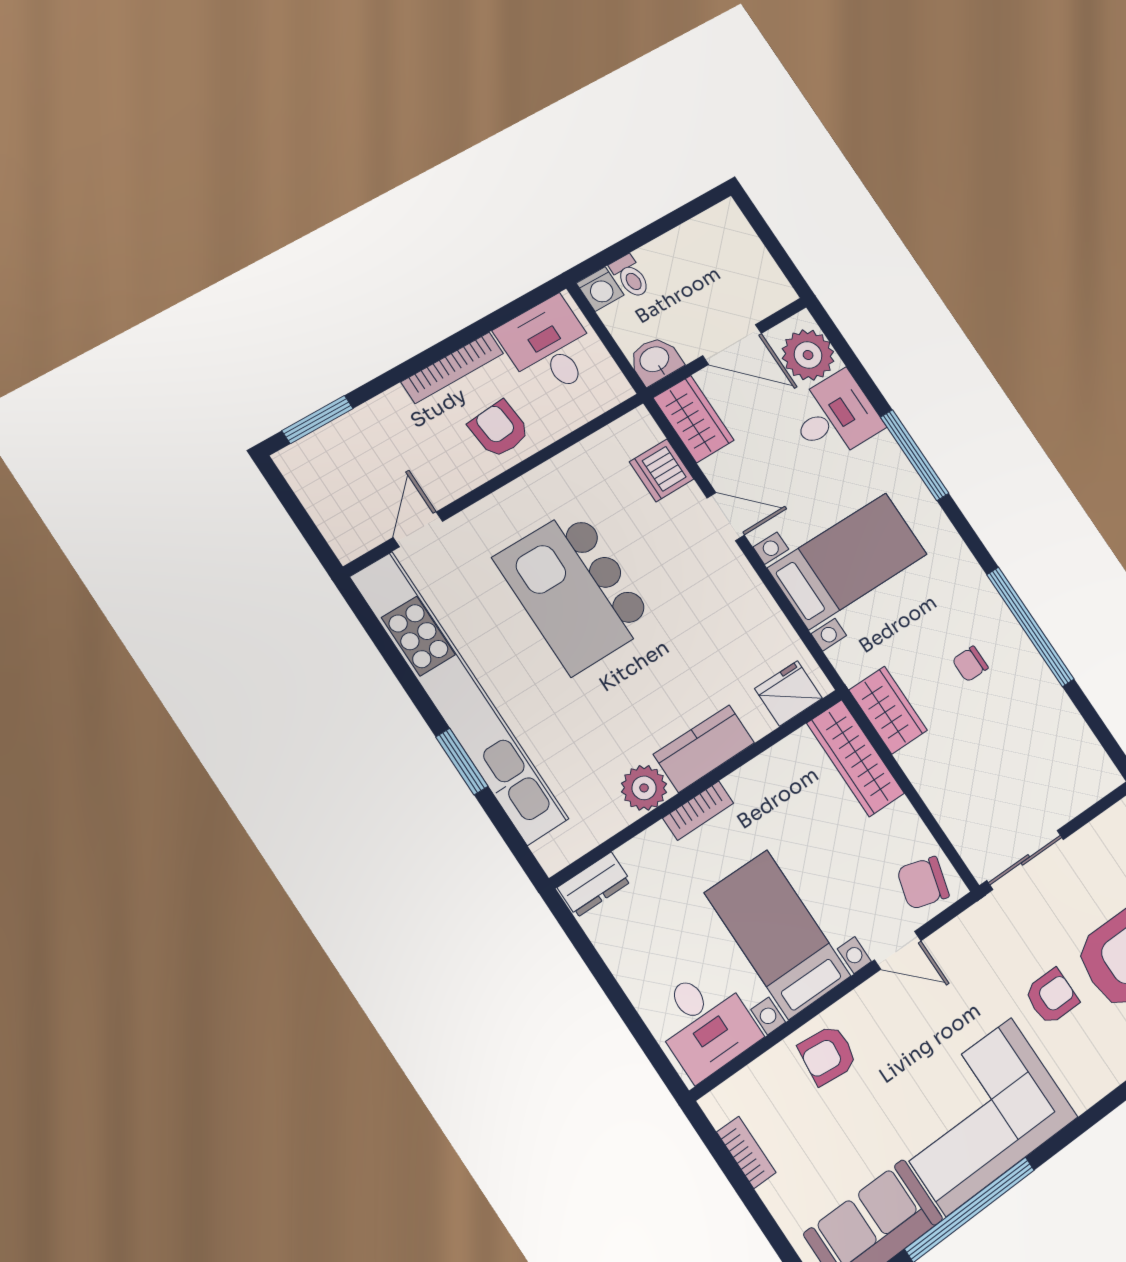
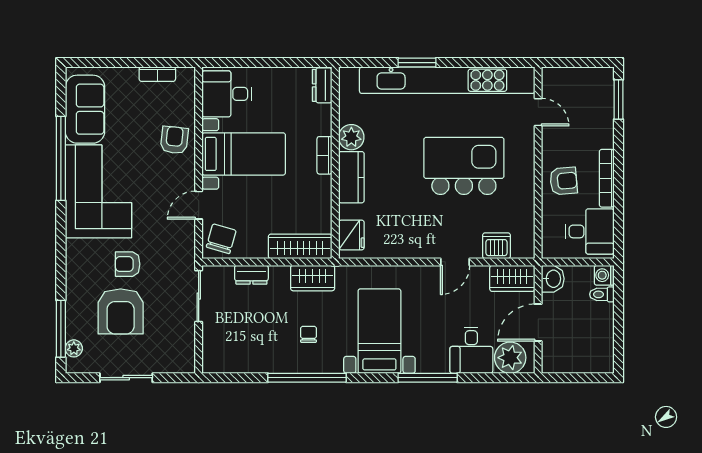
bed with nightstands: (848, 561) -> (379, 331), moved, turned 180
dresser: (944, 803) -> (251, 275), added
armchair: (1052, 997) -> (128, 264), turned 90

